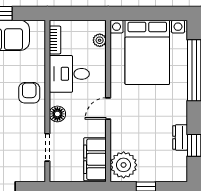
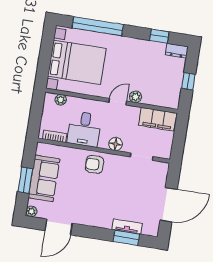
door: (108, 109) -> (118, 102), swing flipped
dresser: (180, 137) -> (177, 51), moved
plant: (124, 165) -> (135, 97), moved, width x0.53, depth x0.53

